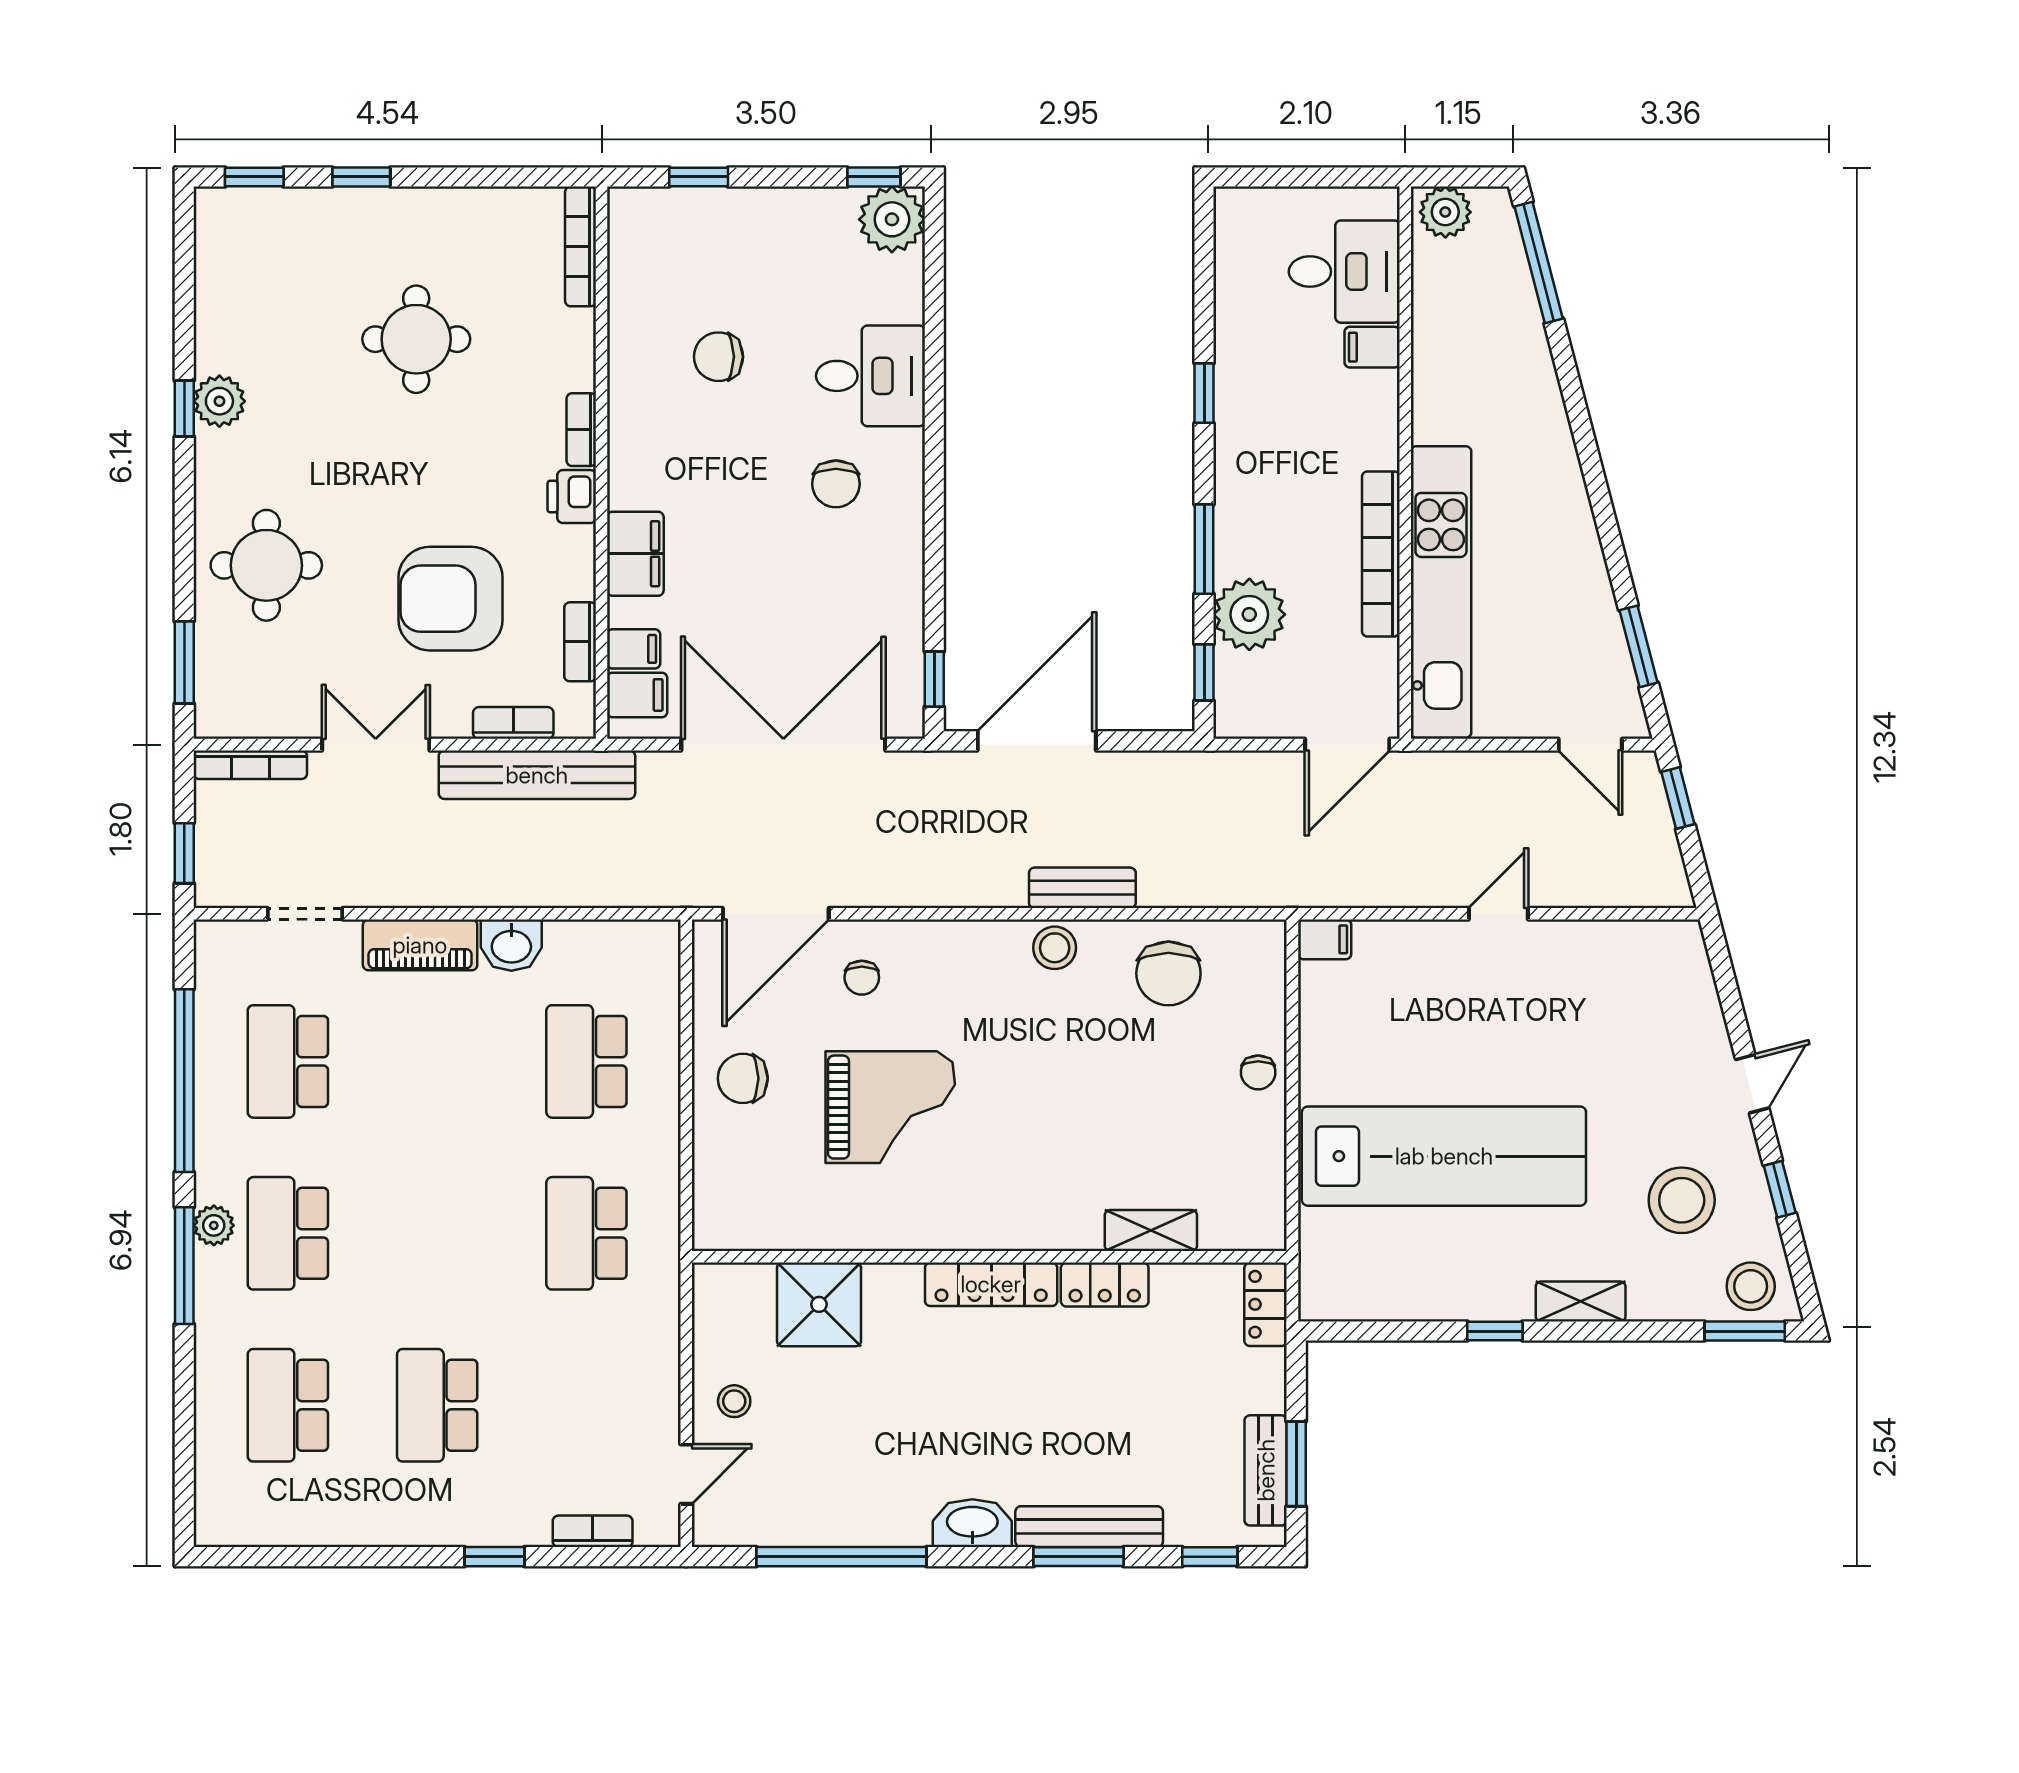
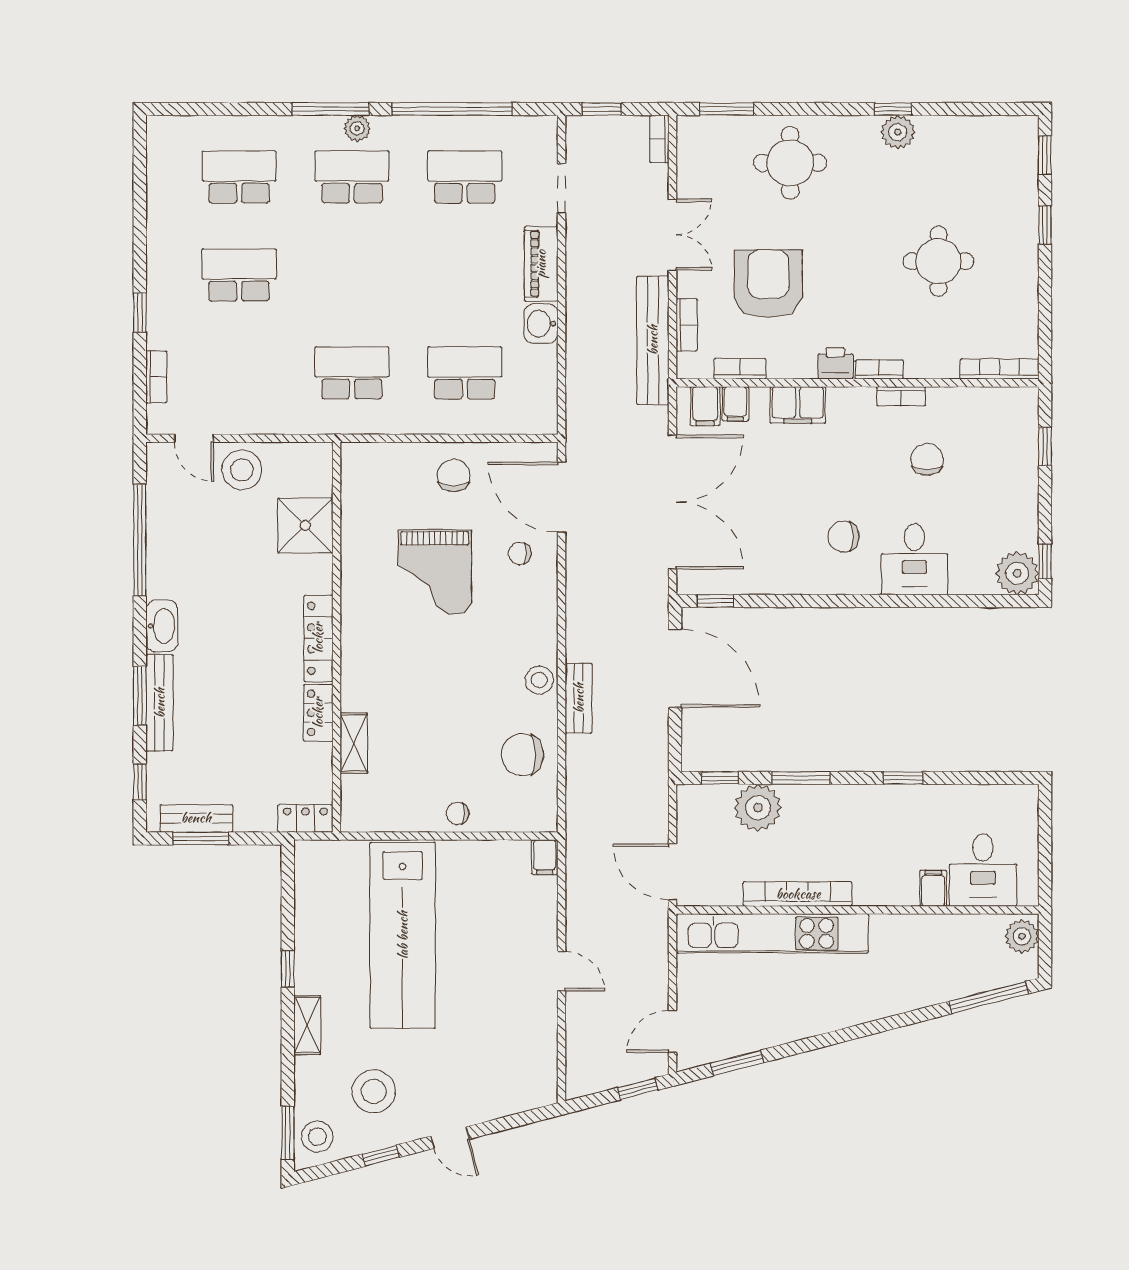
bookcase: (622, 396) -> (901, 396), added
bookcase: (250, 765) -> (659, 139), width x0.64
stool: (734, 1401) -> (242, 470), width x1.89, depth x1.89

